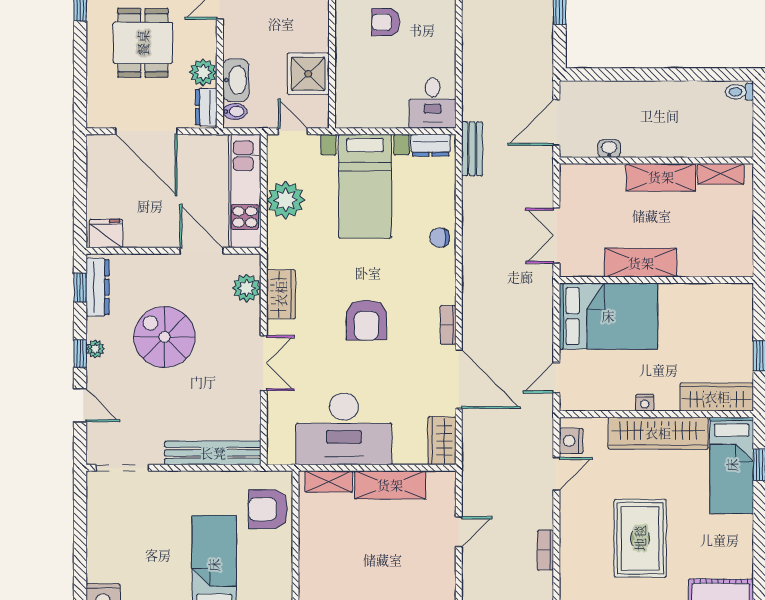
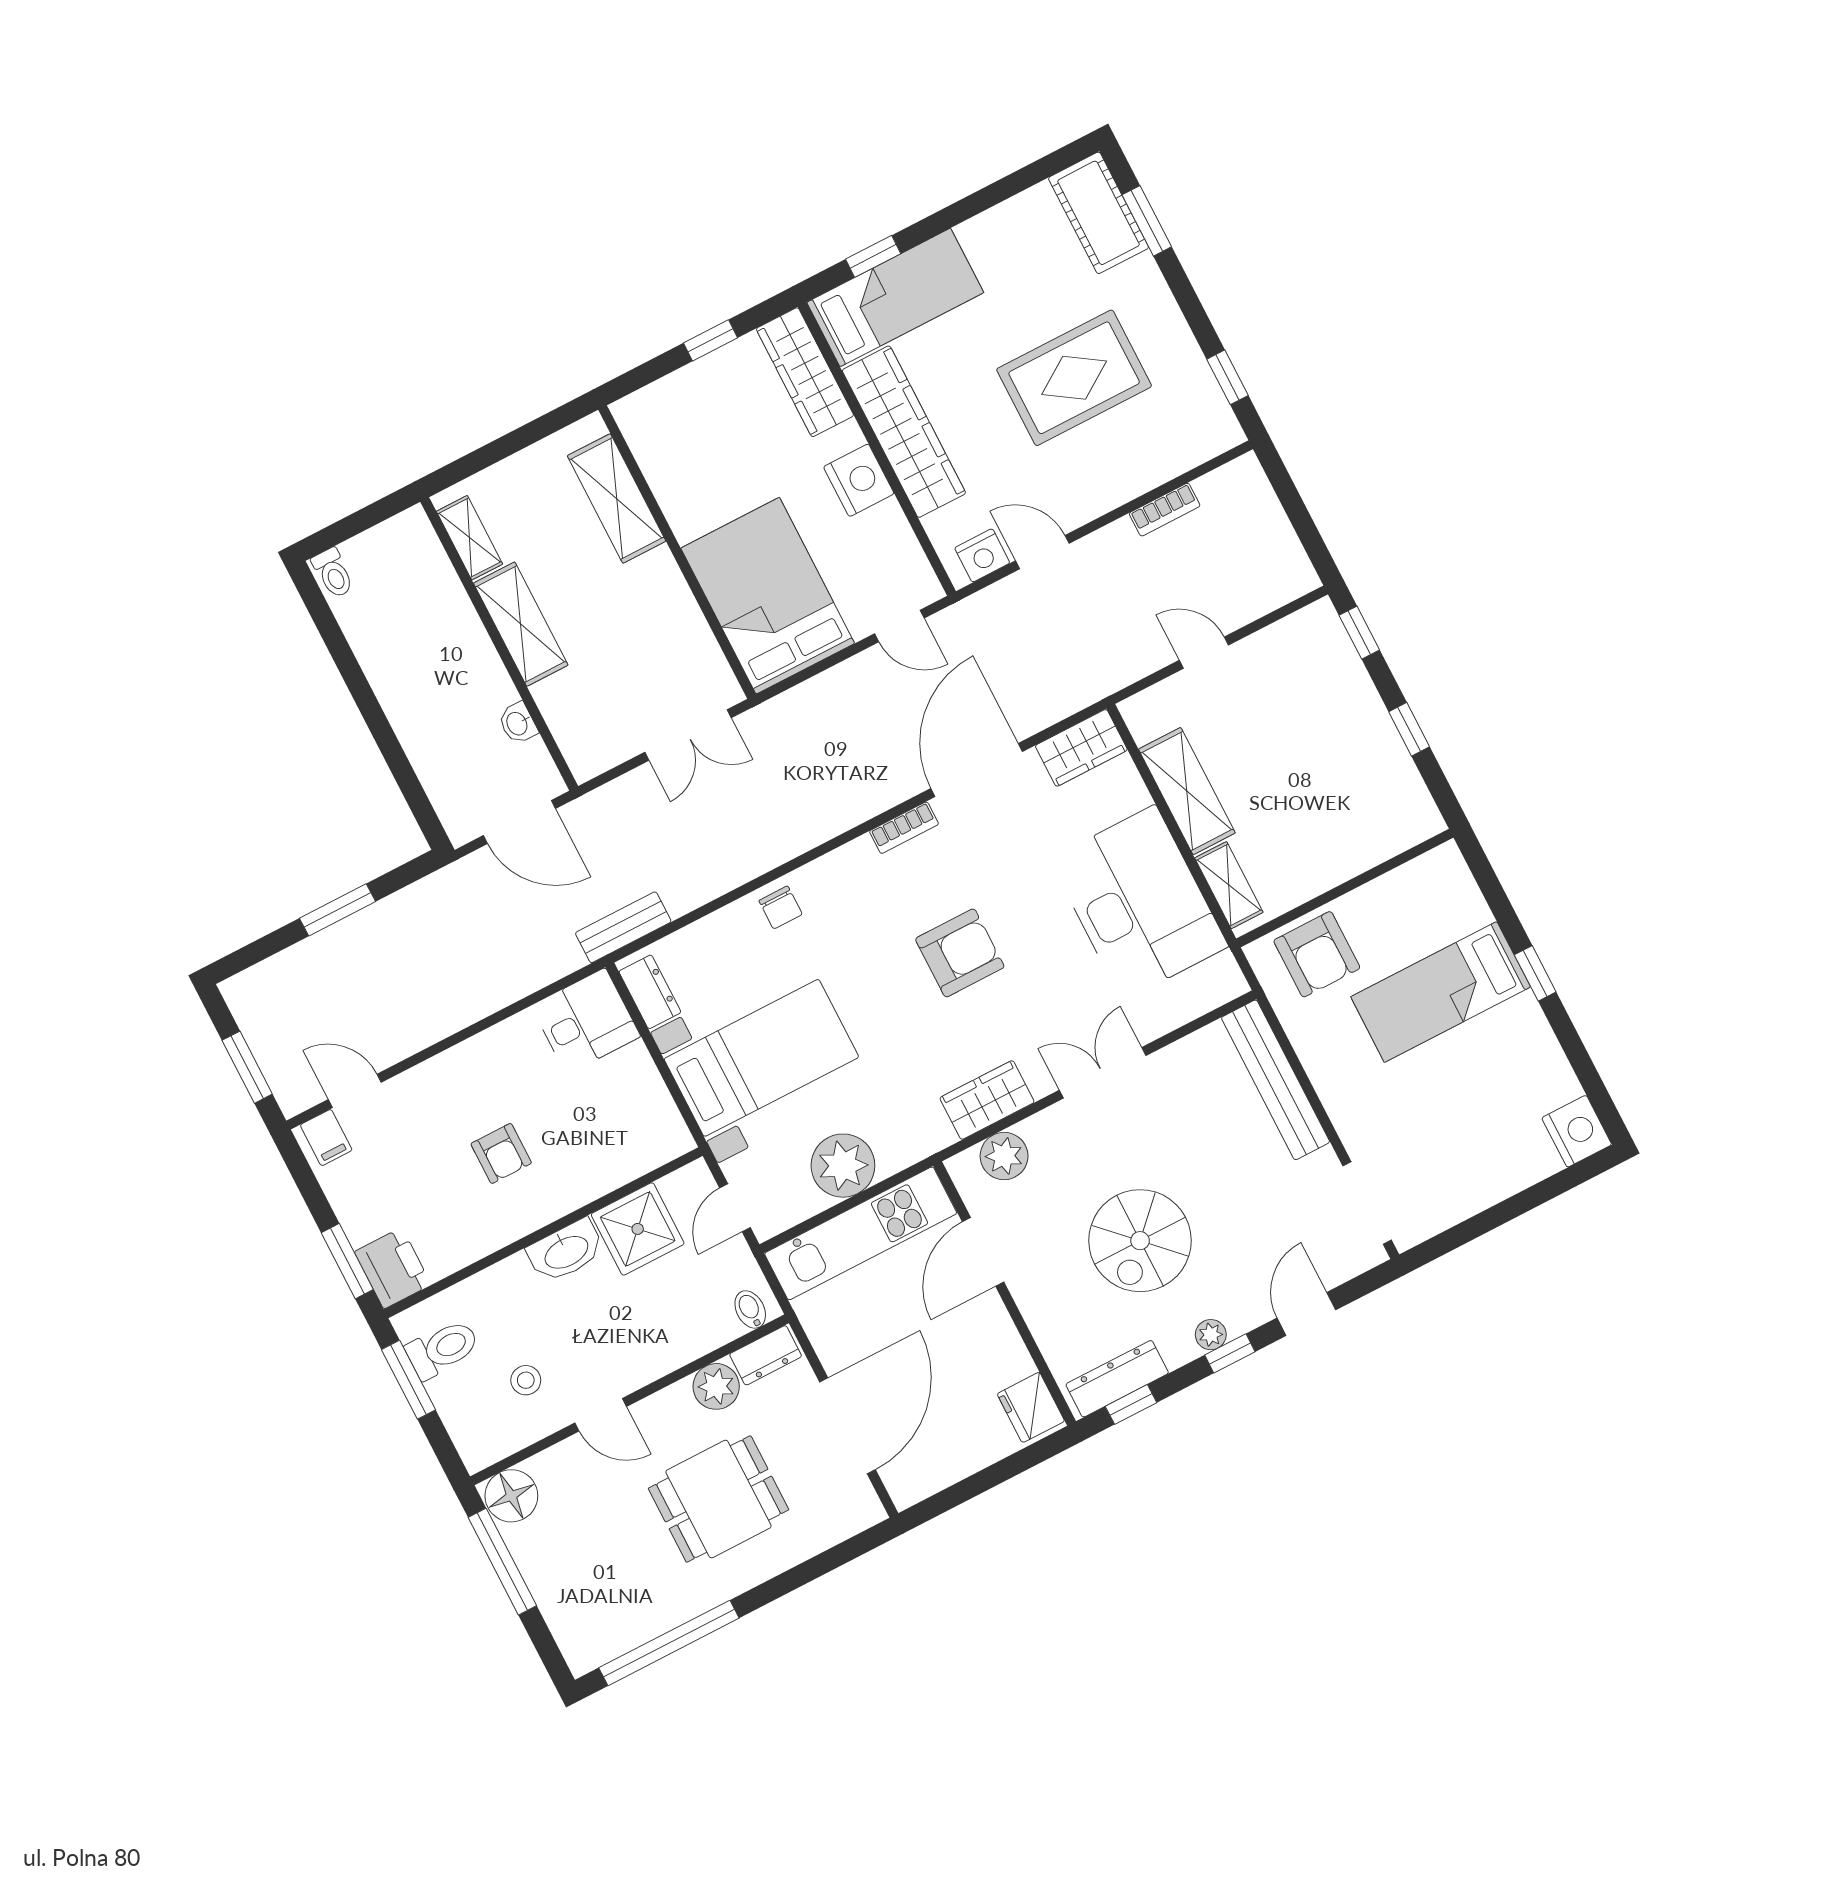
washbasin: (236, 80) -> (566, 1251), moved, turned 180
shelving: (641, 263) -> (617, 498), moved
nightstand: (645, 403) -> (859, 480), width x1.89, depth x1.79

